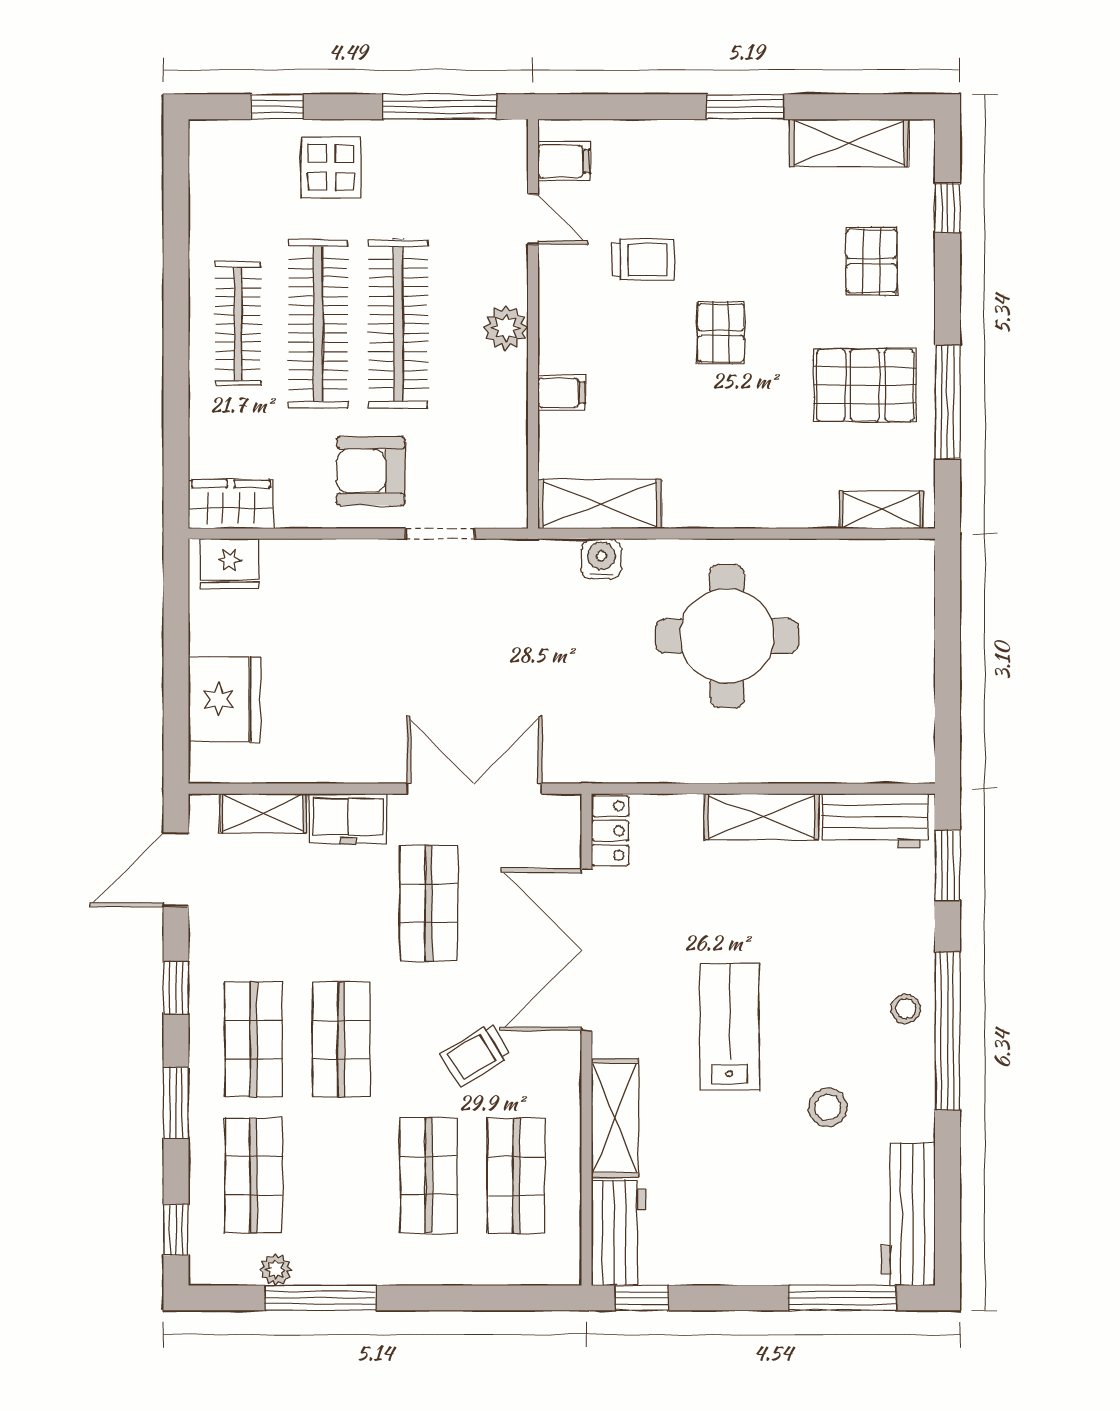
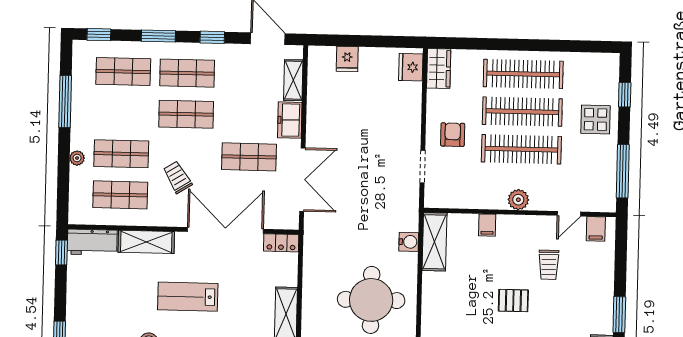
clothes rail: (238, 324) -> (523, 74), width x1.37, depth x1.31
armchair: (371, 471) -> (453, 135), width x0.72, depth x0.72
fridge: (224, 699) -> (347, 59), width x0.53, depth x0.75
lab bench: (729, 1027) -> (188, 297), turned 180
plant: (276, 1270) -> (77, 158), moved

